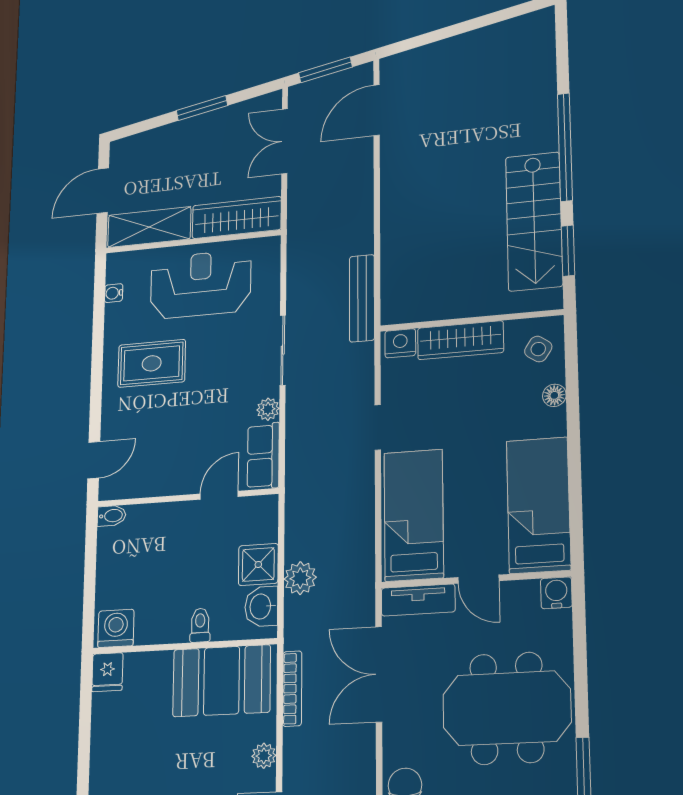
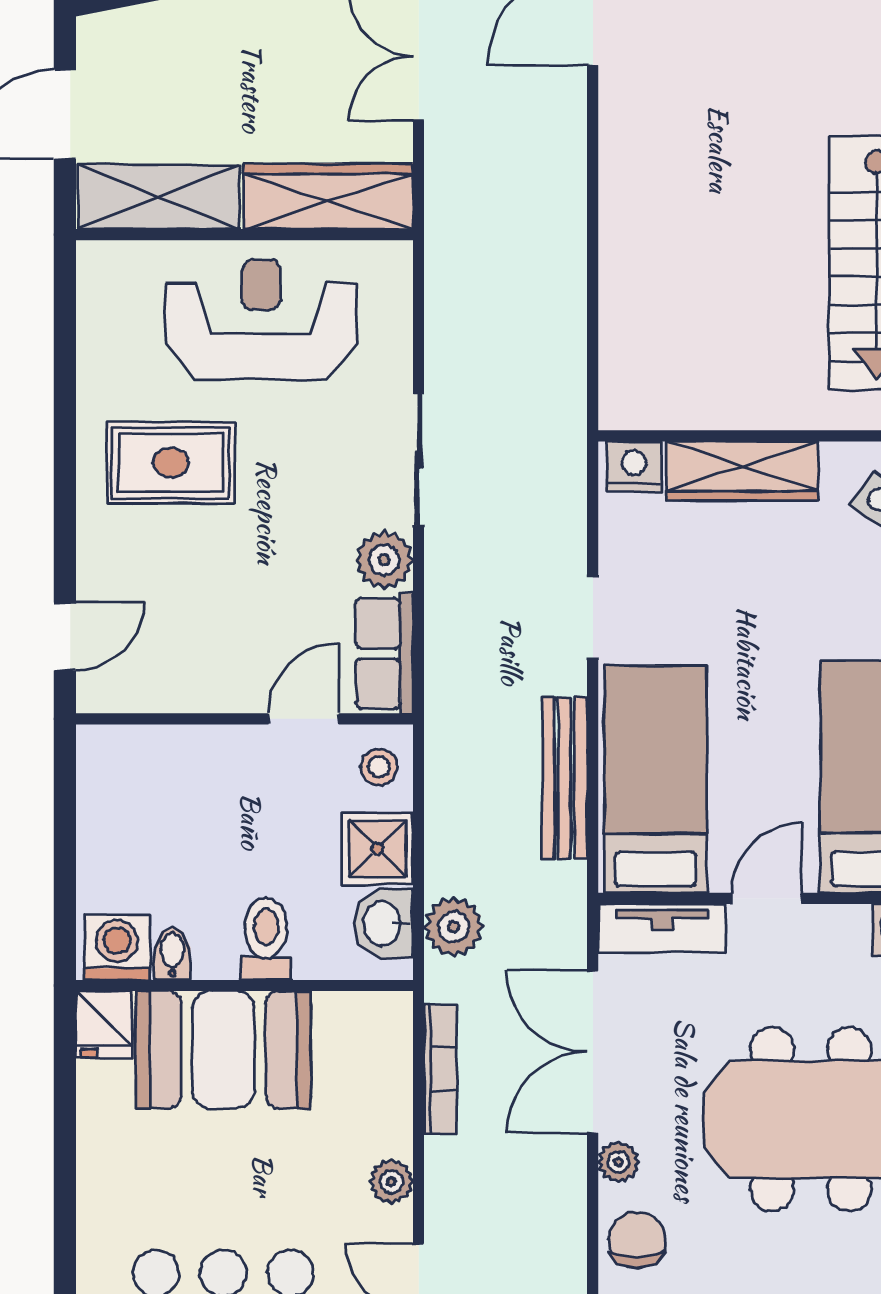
water cooler: (114, 293) -> (93, 320), removed
bench: (362, 298) -> (565, 778), moved
plant: (268, 409) -> (384, 560), width x1.38, depth x1.38
bidet: (111, 516) -> (172, 953), moved, turned -90
stool: (260, 519) -> (379, 767), added
plant: (300, 578) -> (454, 927), moved
door: (478, 579) -> (767, 898), swing flipped
toilet: (200, 625) -> (266, 939), width x1.37, depth x1.39
booth: (222, 681) -> (223, 1050), moved
plant: (394, 739) -> (618, 1162), added

